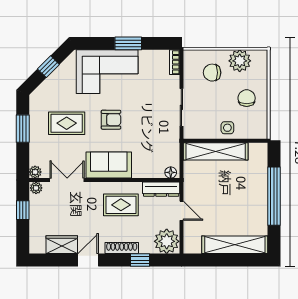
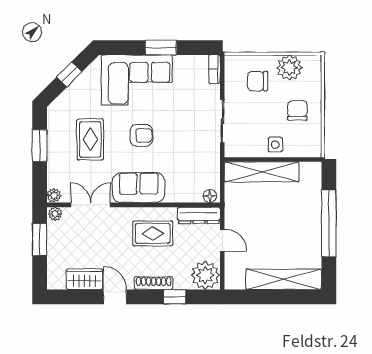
rug: (67, 123) -> (90, 139), turned 90
window: (23, 210) -> (40, 239), width x1.50
door: (88, 260) -> (115, 297), hinge flipped

